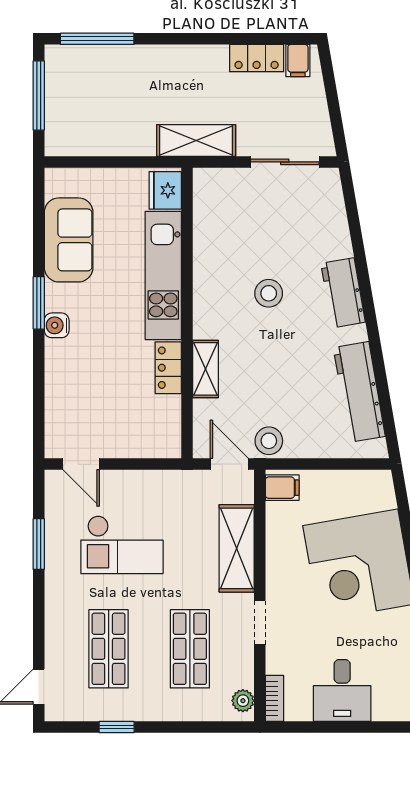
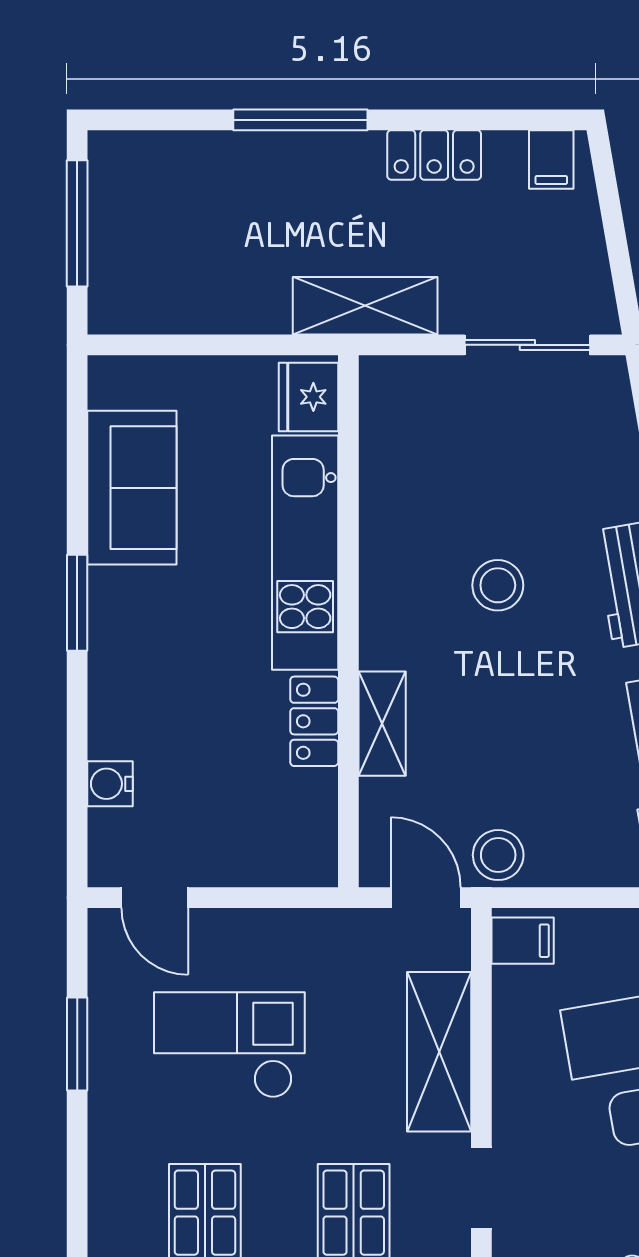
window: (97, 39) -> (300, 120), moved
locker: (257, 58) -> (434, 155), moved
water cooler: (57, 325) -> (110, 784), moved
checkout: (122, 545) -> (229, 1045), turned 180

